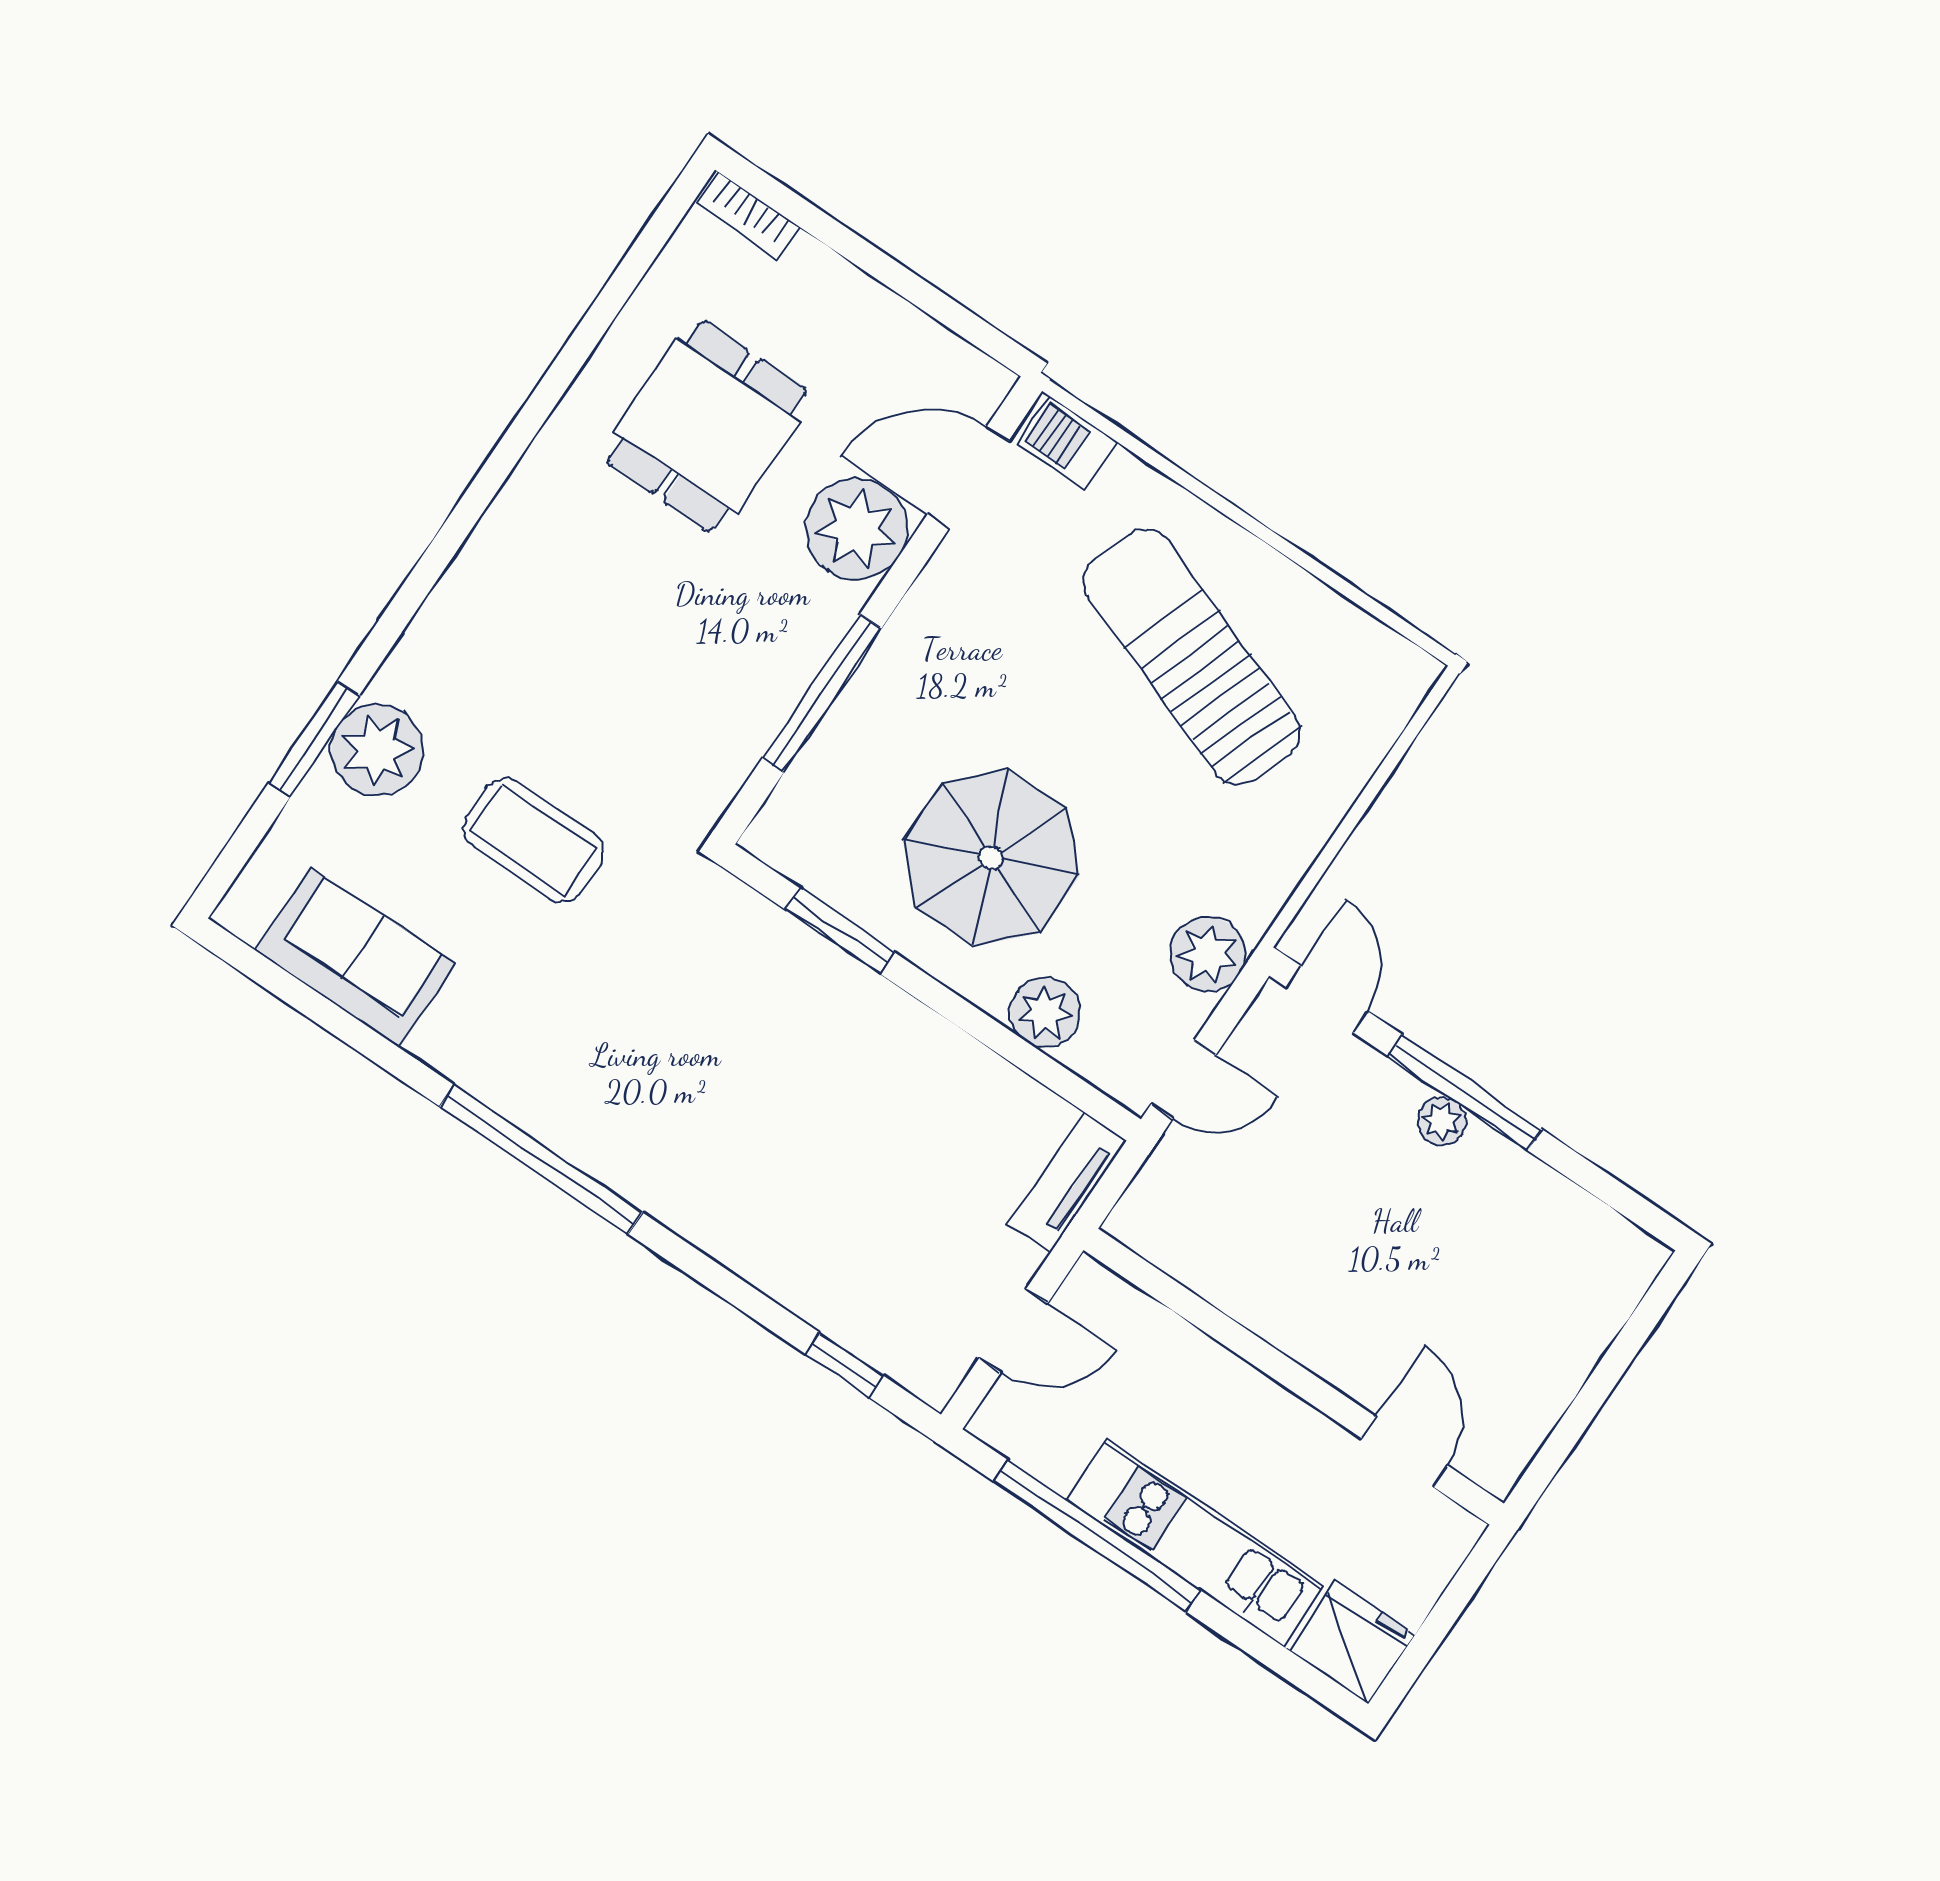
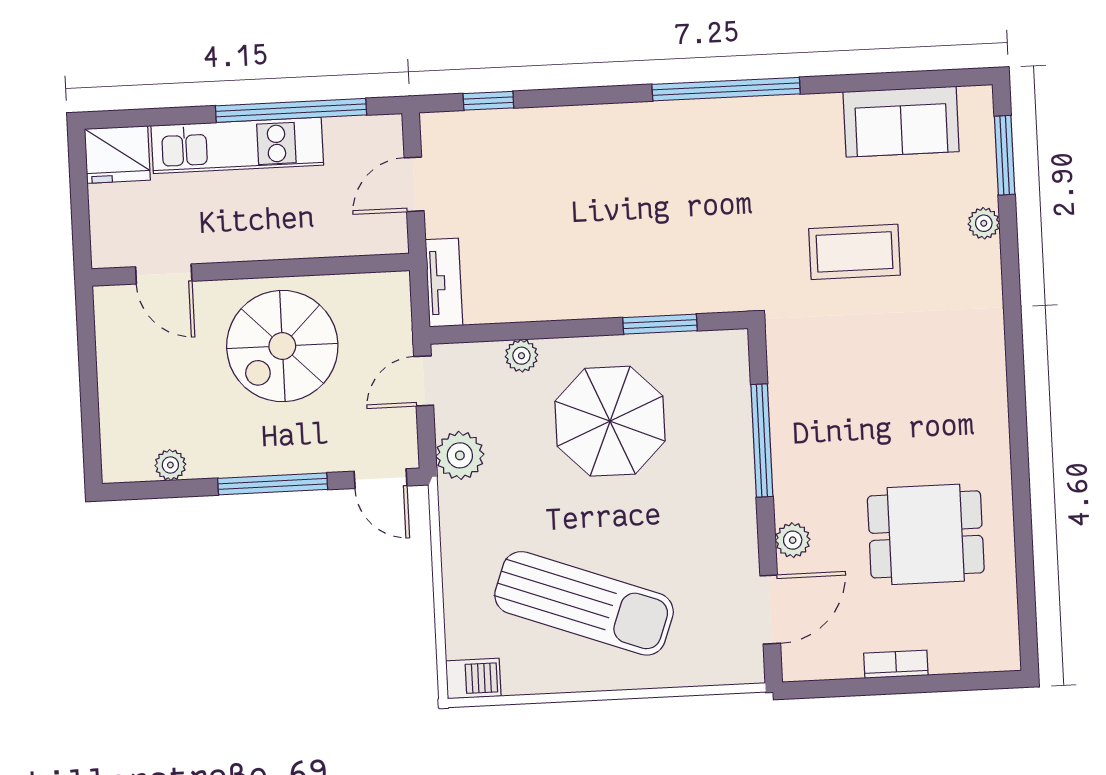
bookcase: (748, 215) -> (896, 664), moved
dining table: (707, 426) -> (926, 534), turned 90
barbecue: (1067, 443) -> (473, 679), moved
plant: (857, 529) -> (793, 540), width x0.53, depth x0.53
window: (314, 739) -> (1005, 155), moved
plant: (377, 750) -> (984, 223), width x0.53, depth x0.53
plant: (1045, 1012) -> (521, 356), width x0.73, depth x0.73
plant: (1442, 1121) -> (170, 465), moved
spiral stairs: (1325, 1253) -> (282, 346), added

